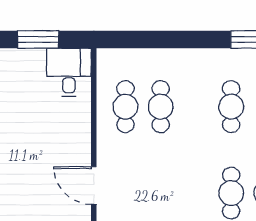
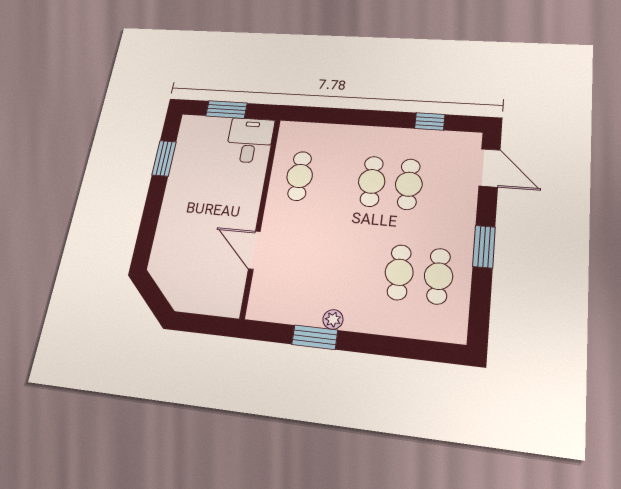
cafe table: (161, 107) -> (372, 181), moved

